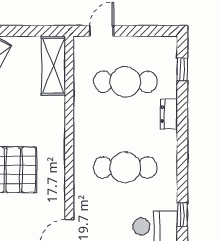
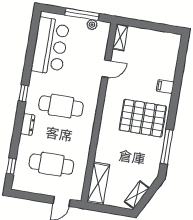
dresser: (169, 114) -> (28, 124), moved
window: (182, 215) -> (23, 93), moved

